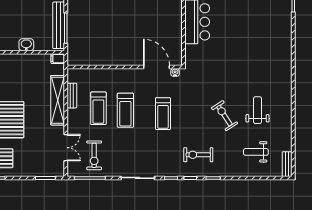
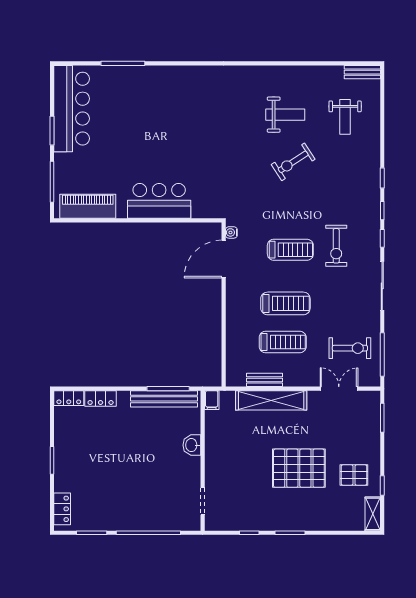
weight bench: (257, 110) -> (285, 115), turned 180
exercise bike: (198, 155) -> (336, 246), moved

